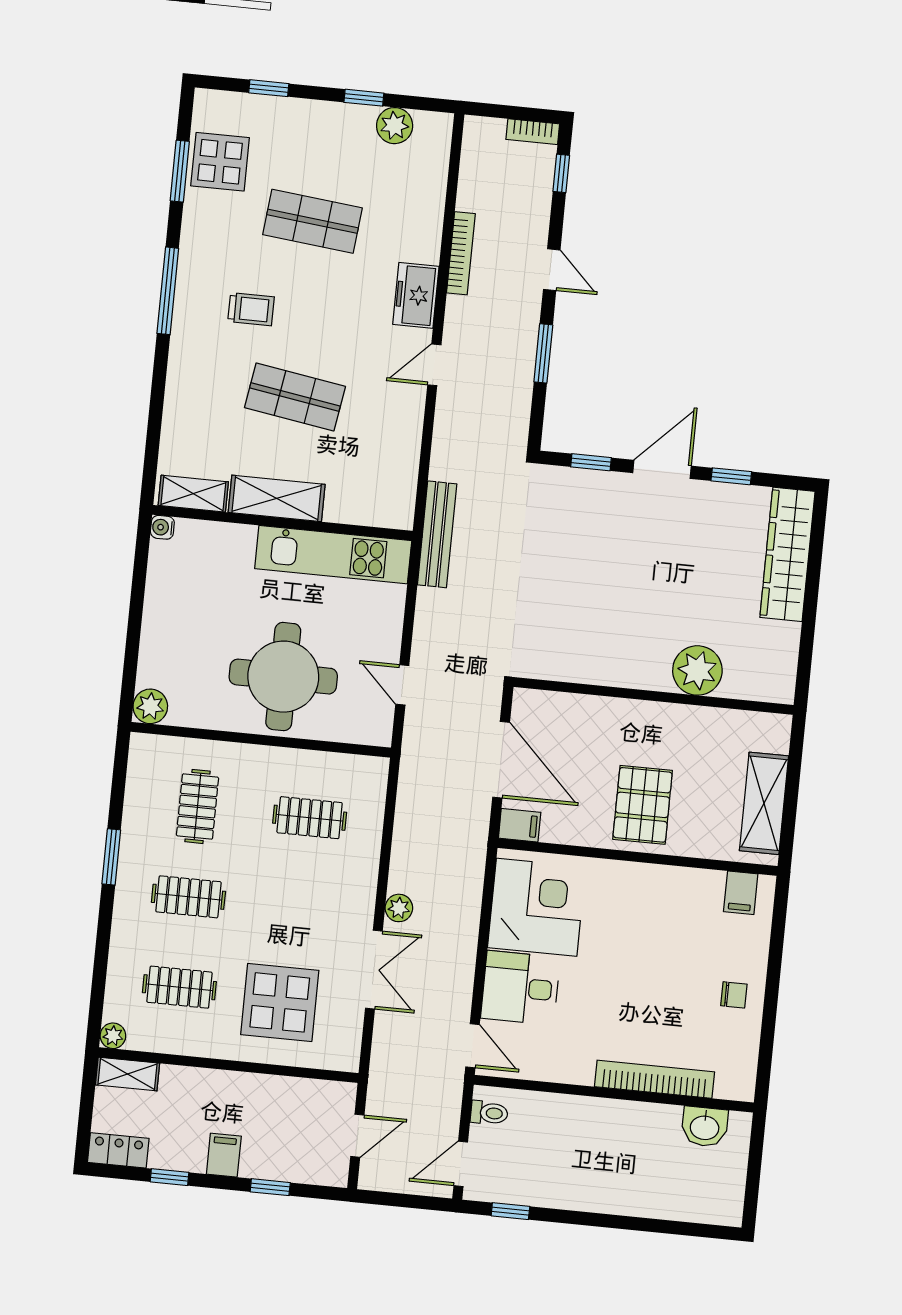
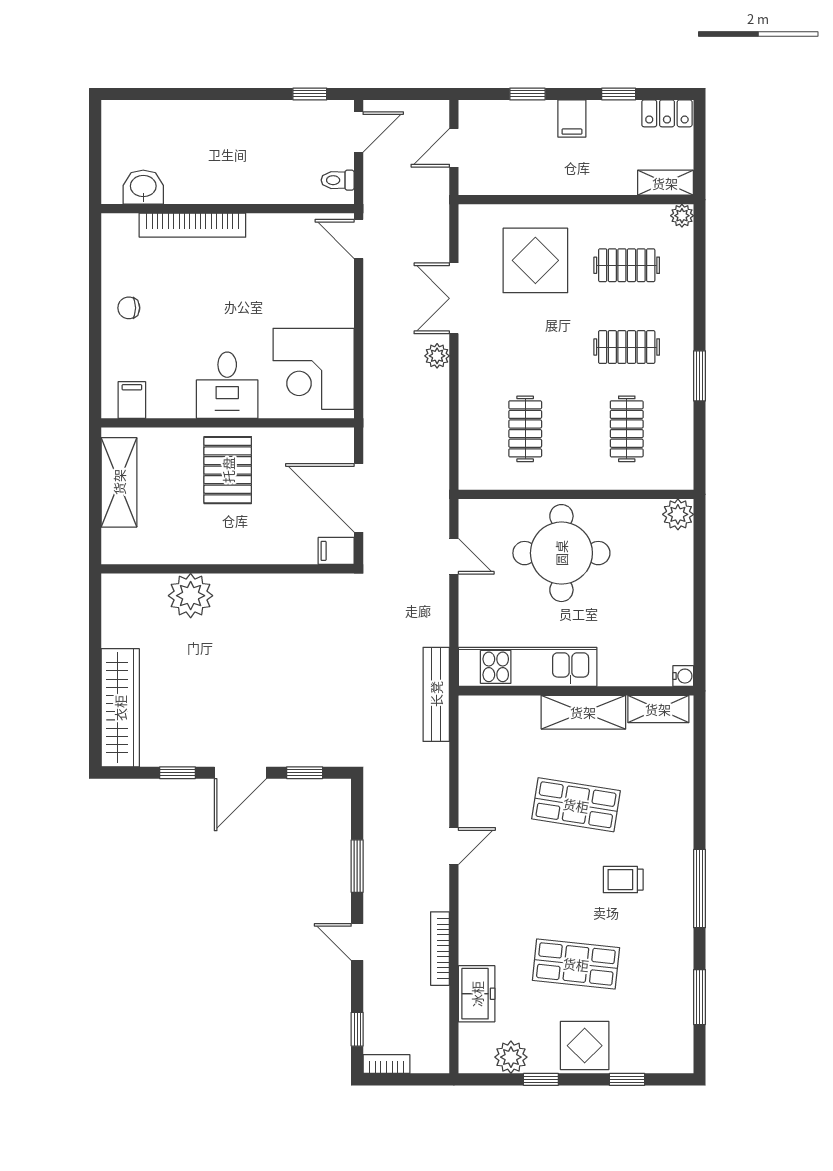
display table: (220, 162) -> (585, 1046), moved
freezer: (416, 295) -> (477, 994), moved
clothes rail: (310, 818) -> (525, 429), turned 90
filing cabinet: (520, 825) -> (336, 551), moved
desk: (520, 988) -> (227, 385), moved, turned 90

